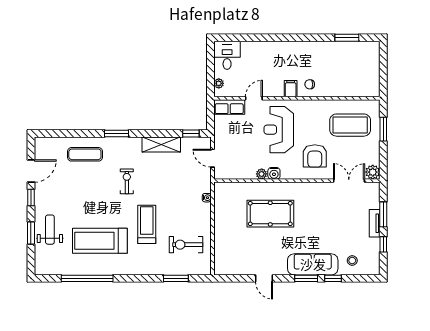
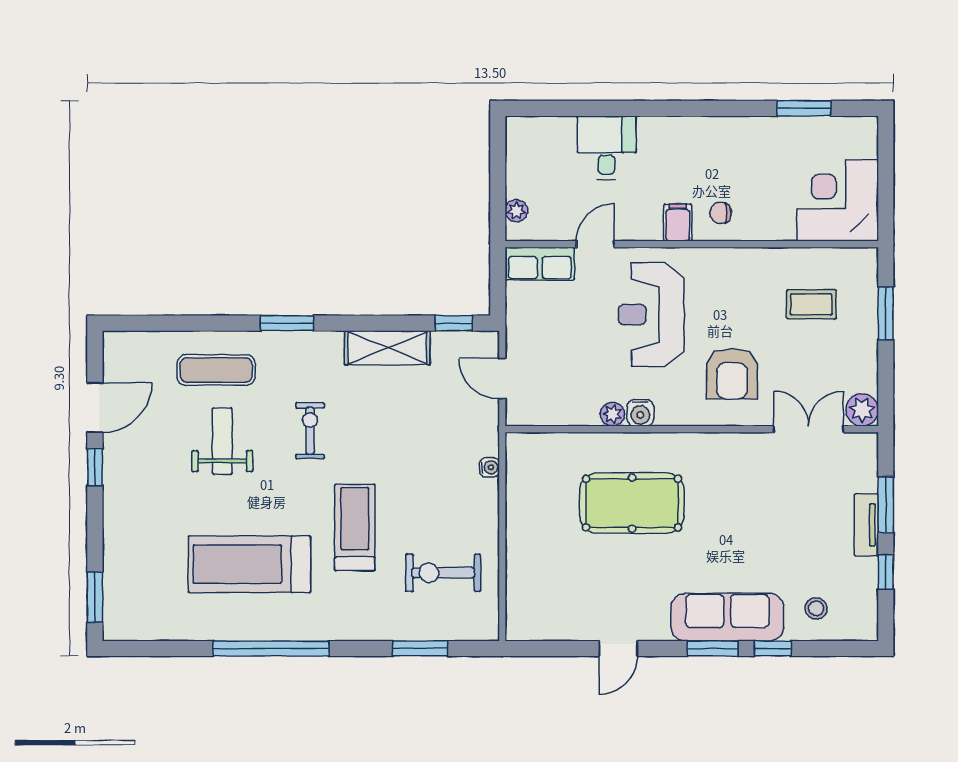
desk: (227, 55) -> (606, 148), moved
corner desk: (362, 79) -> (838, 200), added
coffee table: (350, 125) -> (811, 304), width x0.54, depth x0.58
weight bench: (50, 230) -> (222, 441), moved
window: (31, 233) -> (95, 597), moved
window: (87, 278) -> (271, 648), moved
door: (264, 278) -> (618, 648), hinge flipped

